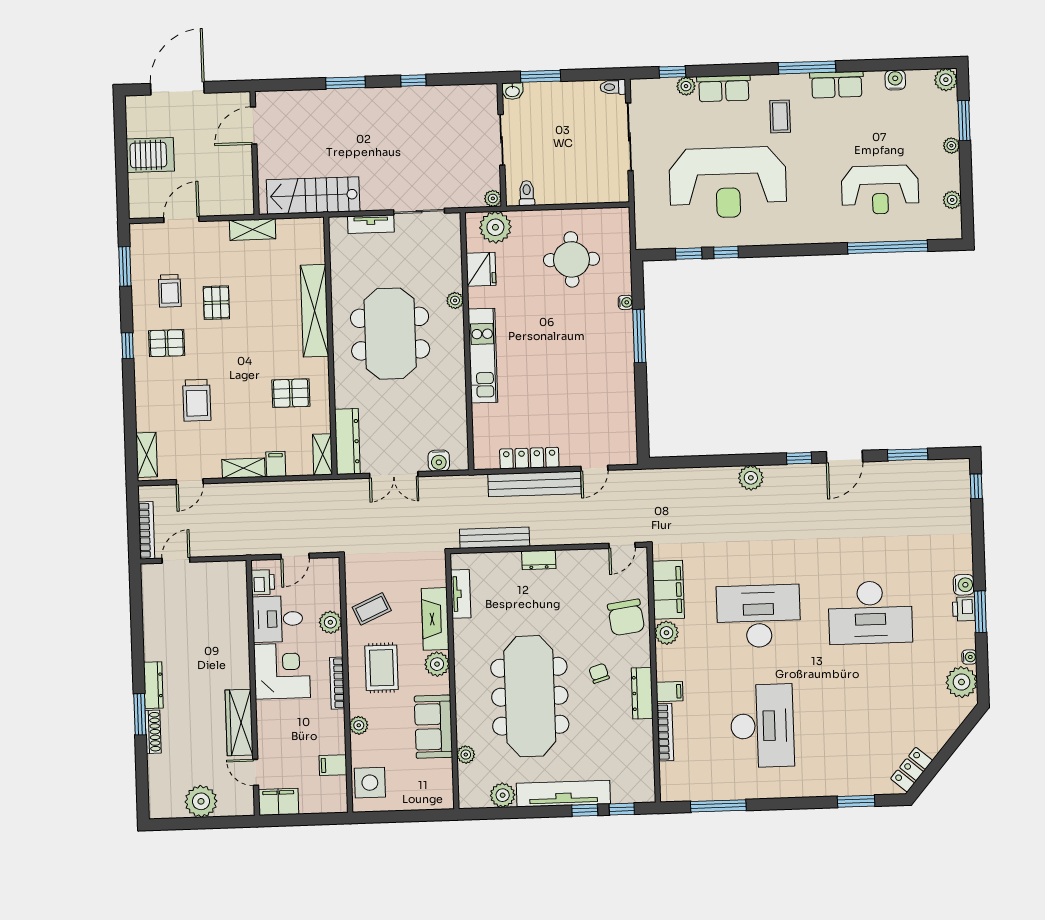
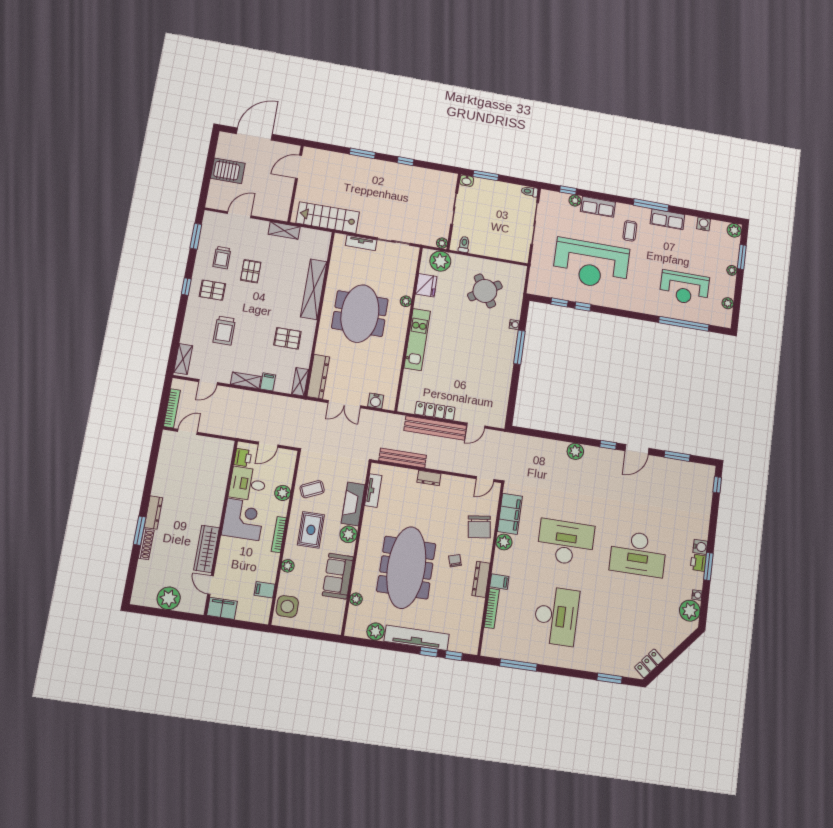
round table: (571, 259) -> (485, 291), turned -33

